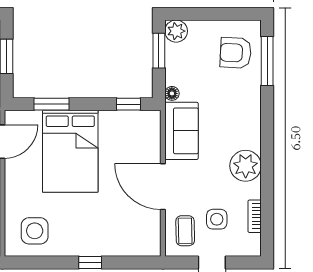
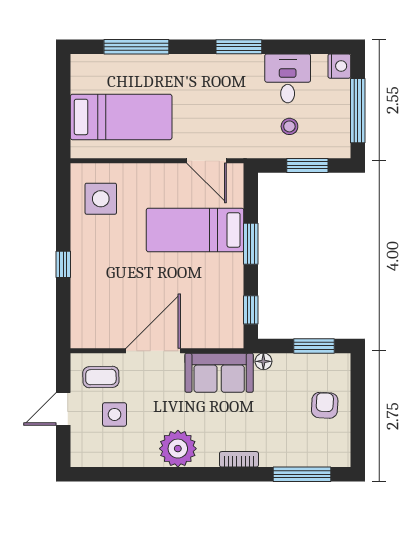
plant: (176, 31) -> (337, 366), removed
armchair: (236, 53) -> (325, 405), moved, width x0.72, depth x0.72
window: (52, 104) -> (251, 244), moved
bed: (70, 151) -> (195, 230), width x0.67
bookcase: (255, 216) -> (239, 459), moved

